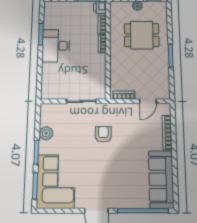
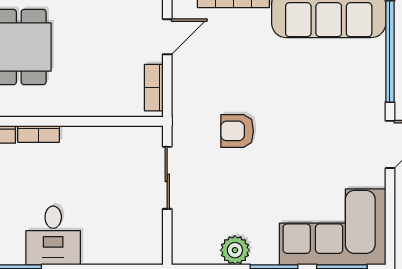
desk: (56, 46) -> (53, 235), width x0.73
door: (148, 101) -> (167, 37), hinge flipped

